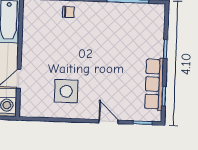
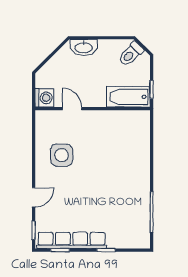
chair: (68, 12) -> (139, 155), removed
row of seats: (154, 84) -> (72, 240), width x1.36

